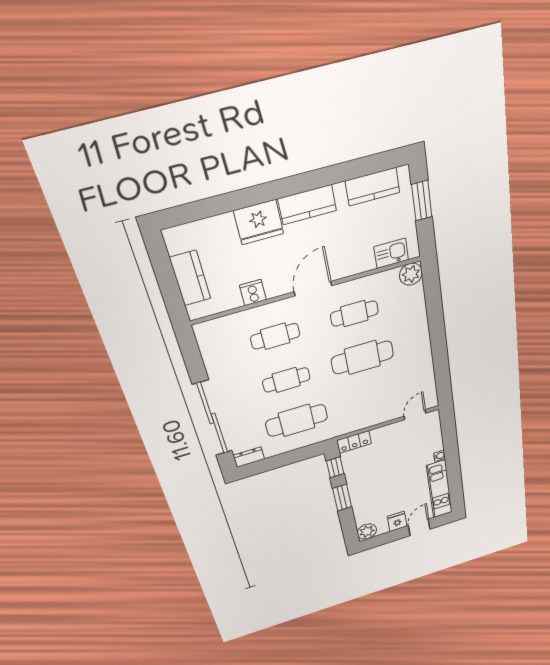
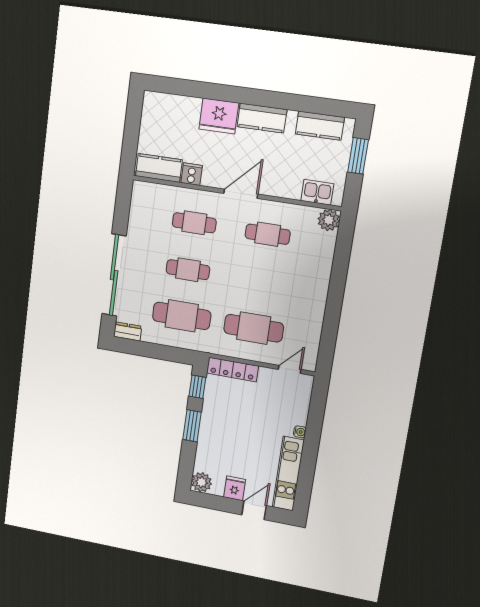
kitchen counter: (190, 278) -> (159, 168), moved, turned -90
cafe table: (362, 357) -> (254, 328), moved
locker: (354, 442) -> (232, 370), width x1.53

